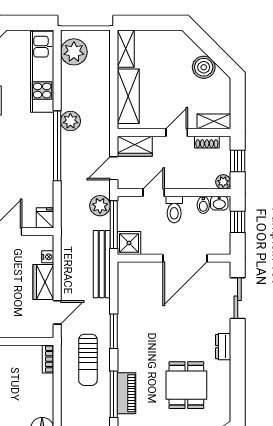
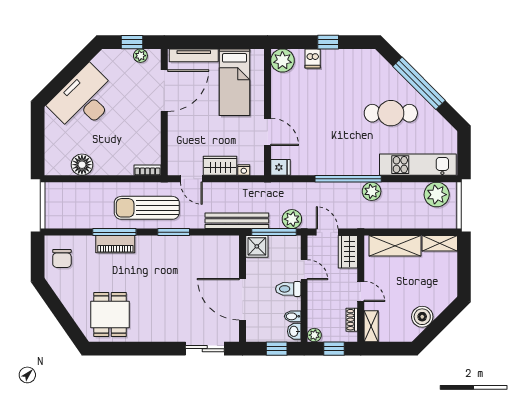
dresser: (223, 347) -> (159, 335), removed
sun lounger: (88, 360) -> (147, 208), width x1.36, depth x1.34
dining table: (186, 385) -> (110, 314), moved, turned 90

